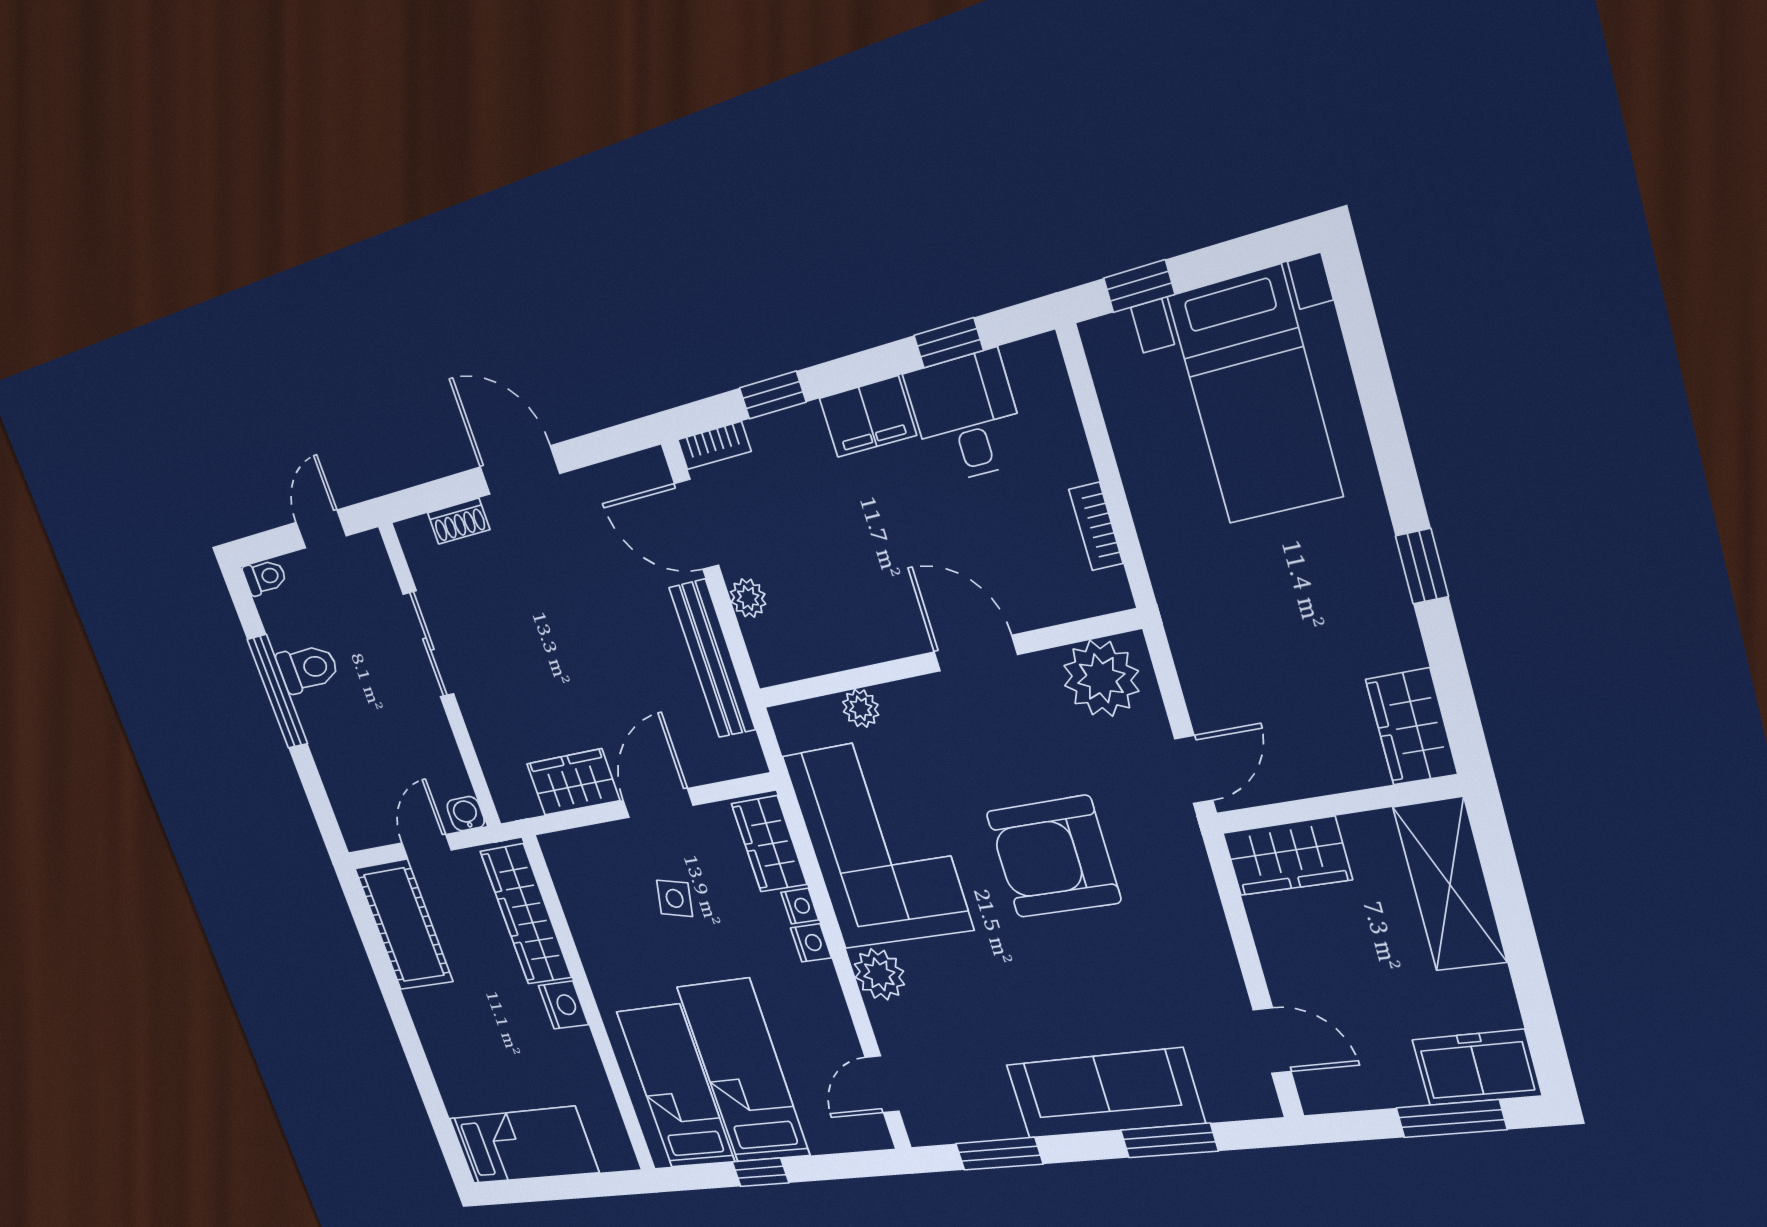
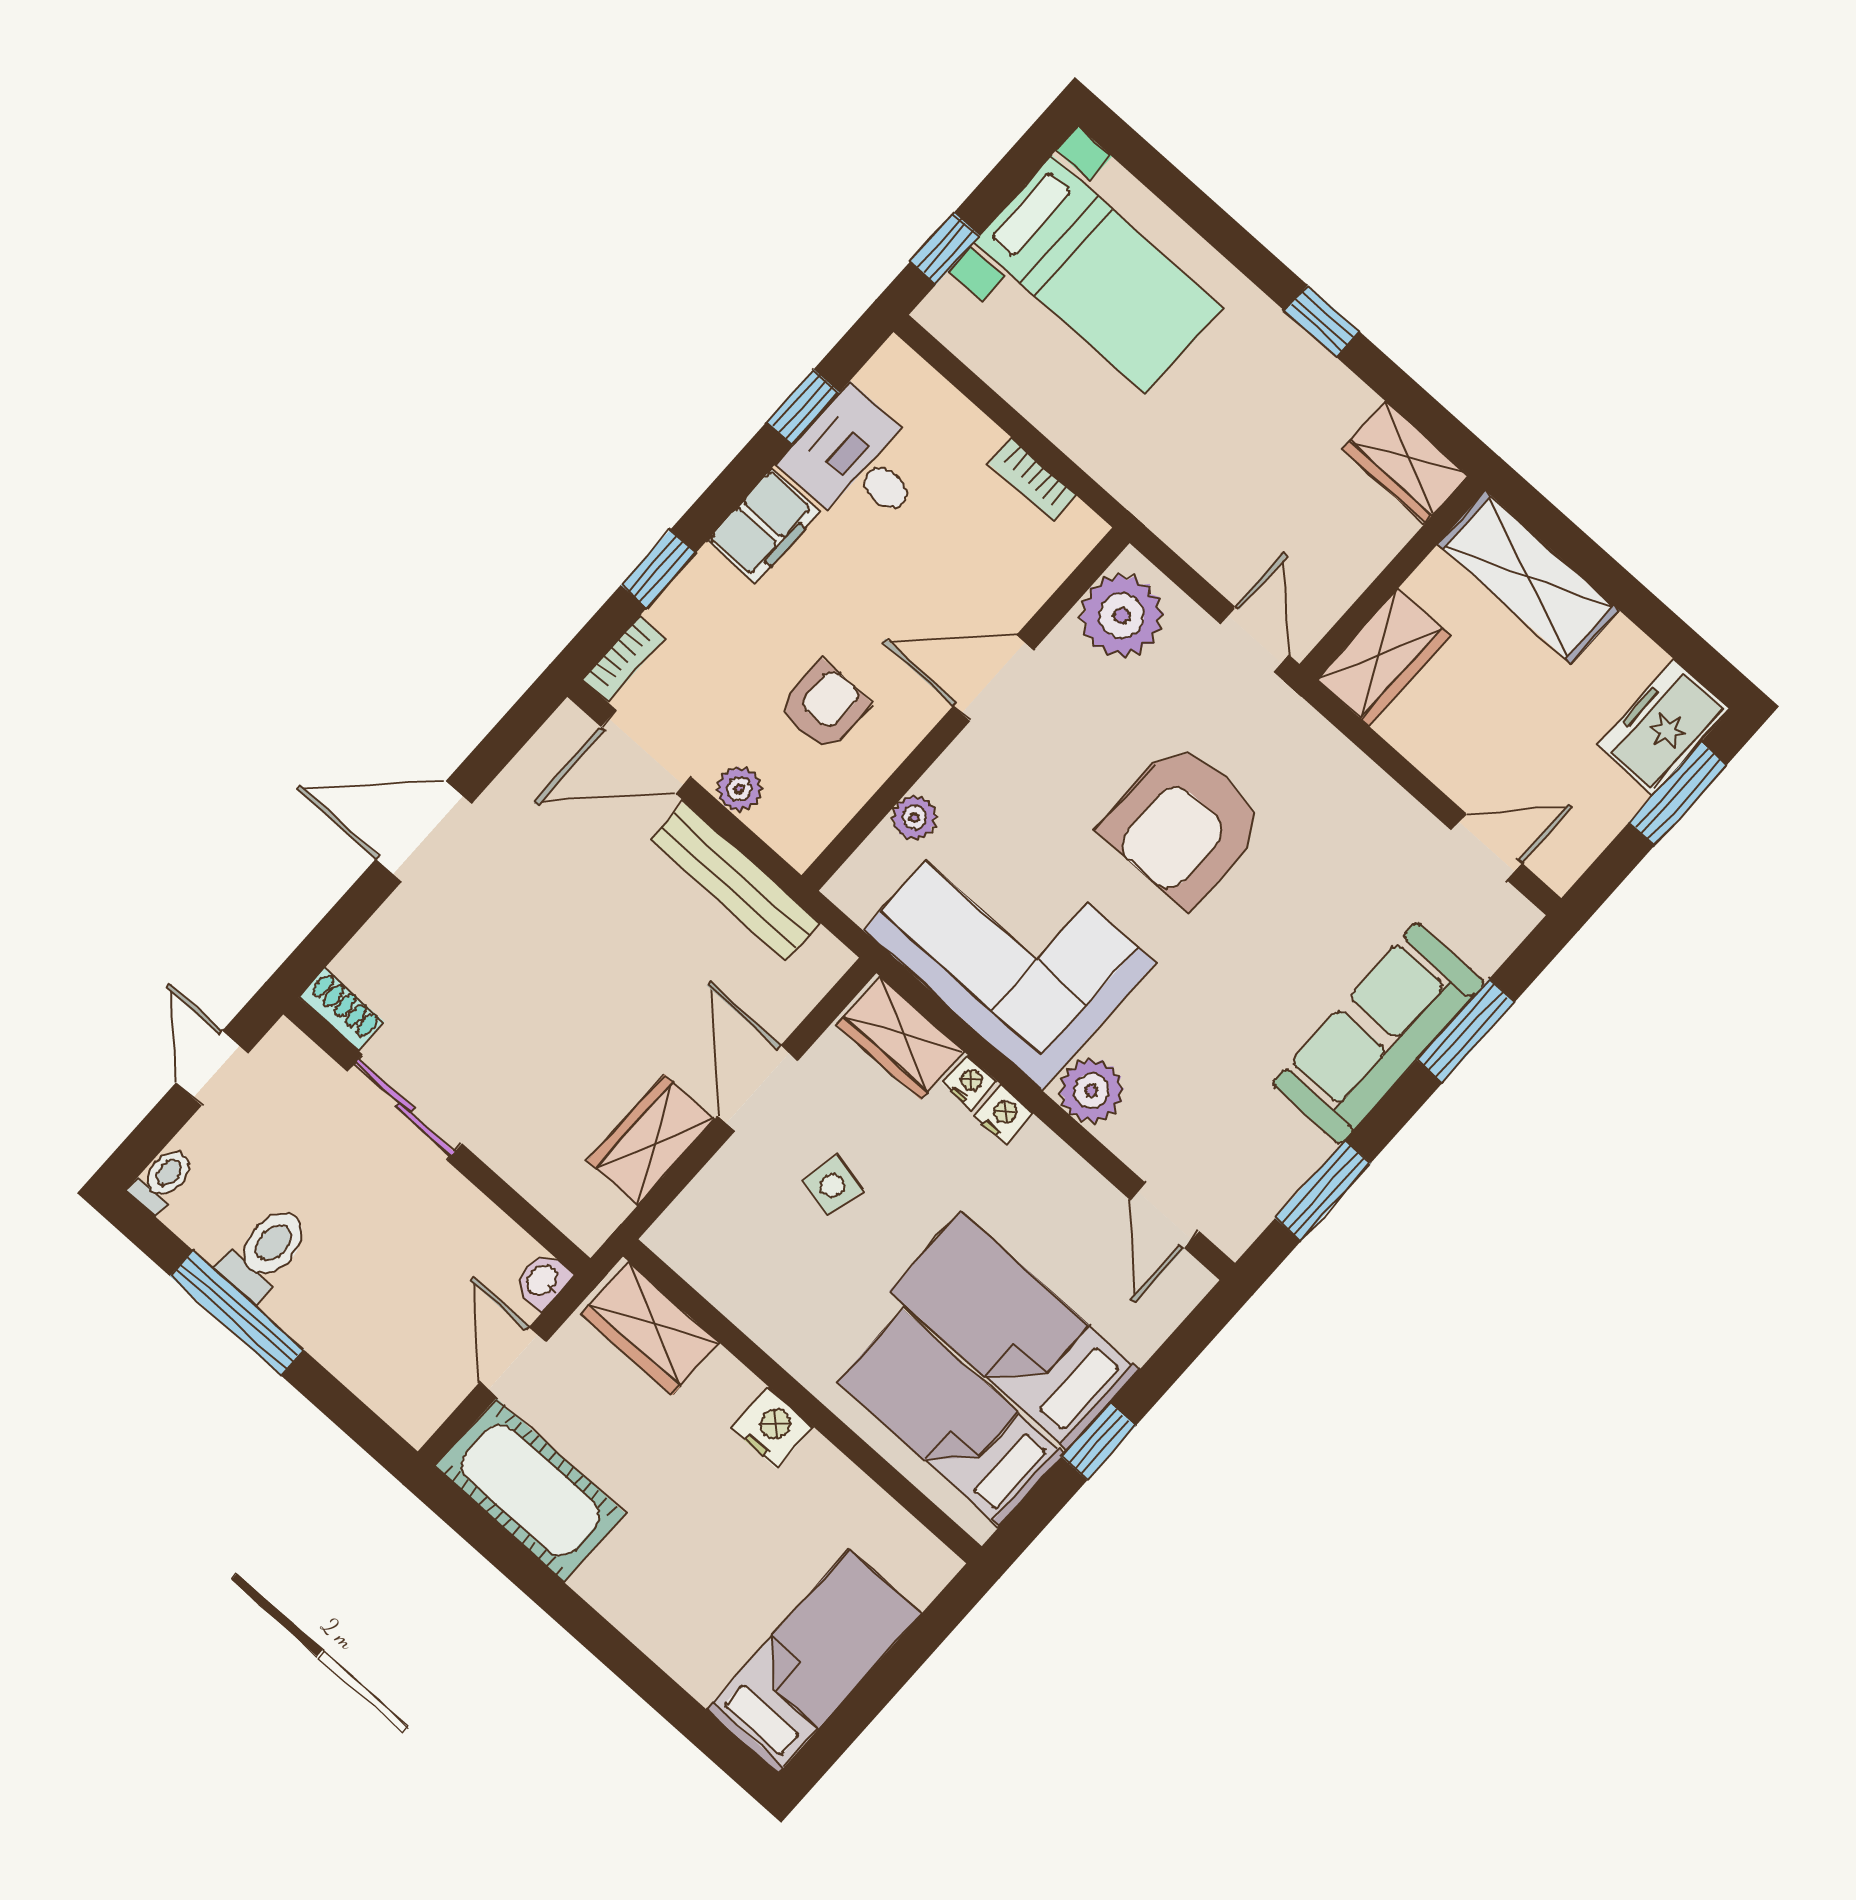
shoe rack: (459, 521) -> (342, 1009), moved, turned -90
armchair: (840, 583) -> (824, 706), added
wardrobe: (526, 914) -> (650, 1328), width x0.67

